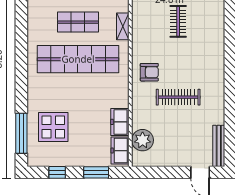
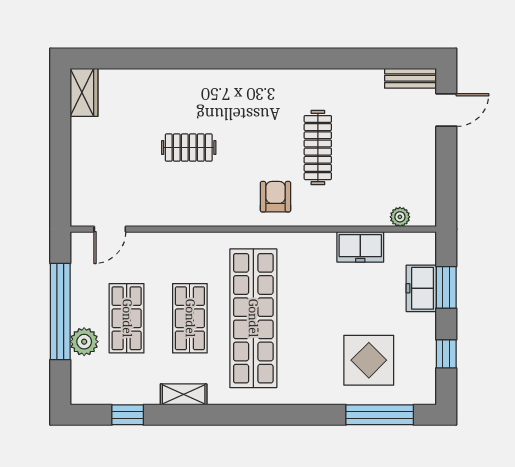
shelving: (123, 26) -> (184, 394), moved
plant: (143, 140) -> (400, 217), width x0.53, depth x0.53
bench: (219, 146) -> (410, 78), width x0.73
freezer: (120, 151) -> (421, 288), moved, turned 90

